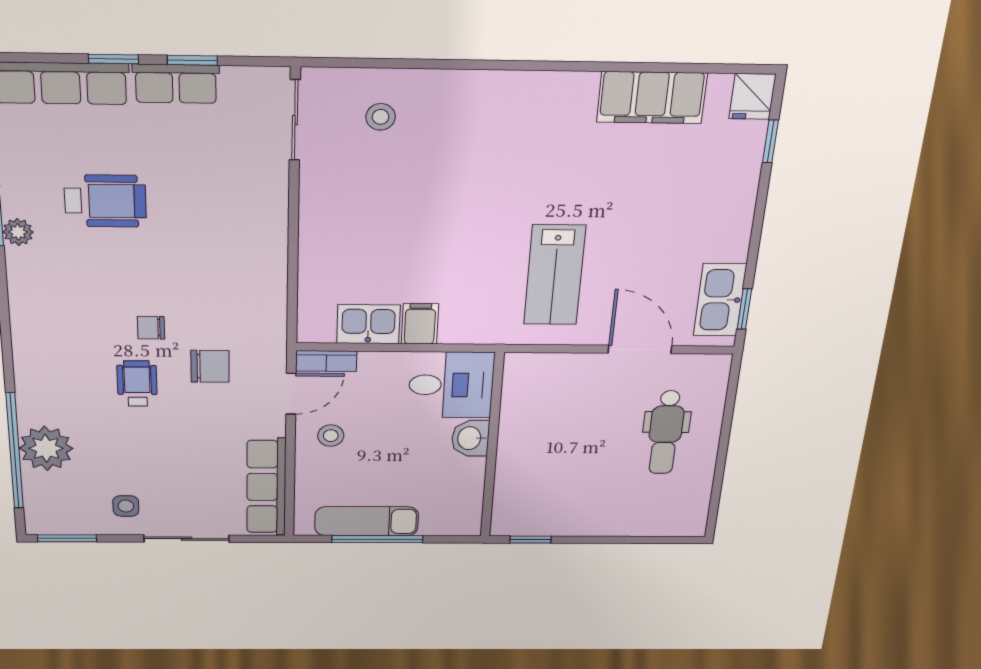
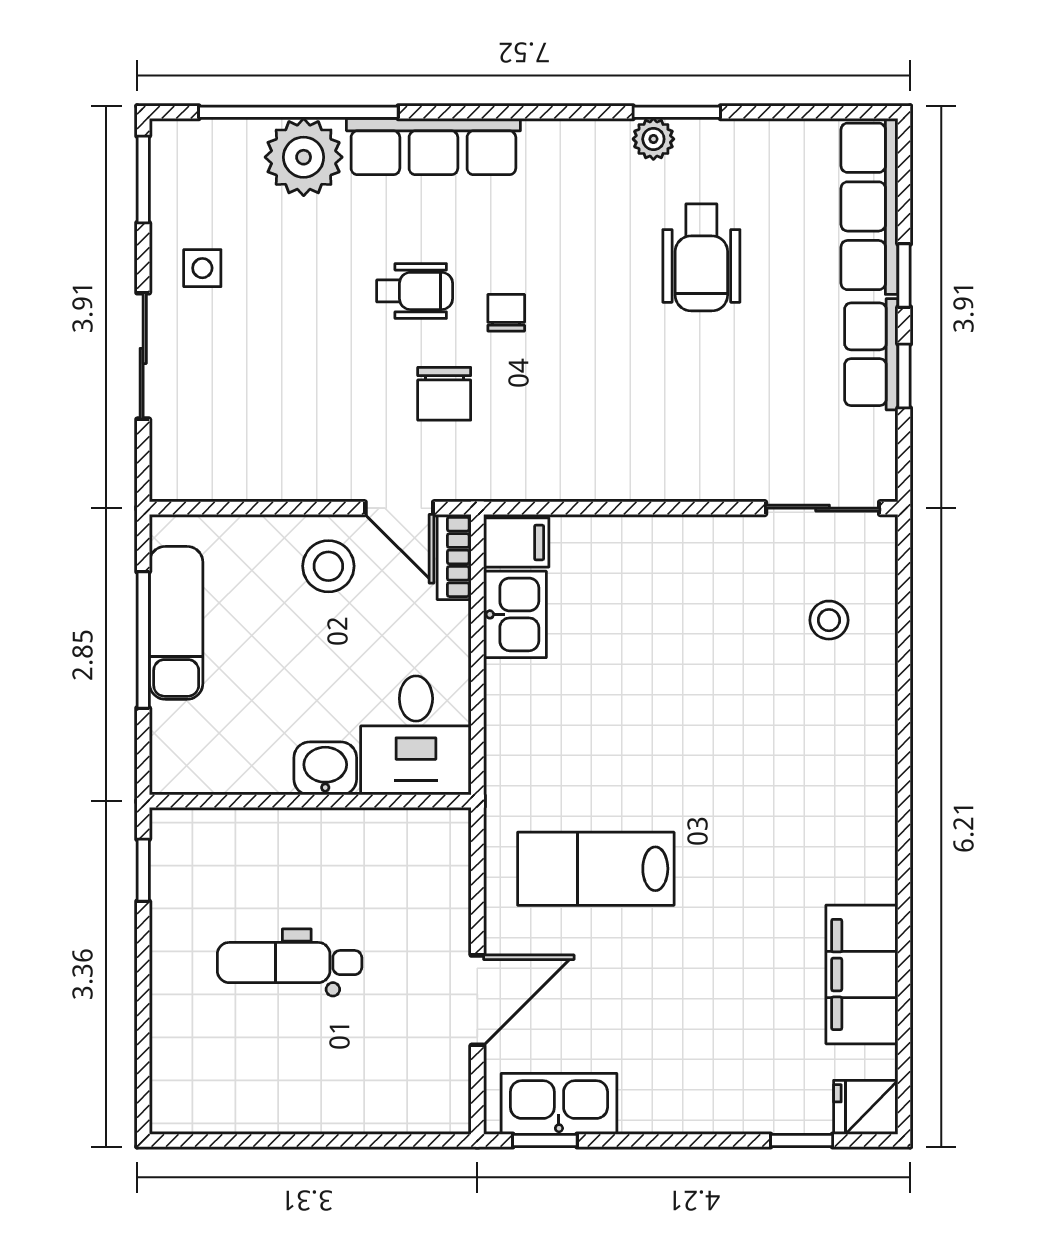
filing cabinet: (420, 324) -> (516, 542), moved
dental chair: (666, 432) -> (290, 963), moved
stool: (331, 436) -> (328, 566), width x1.37, depth x1.37
row of seats: (266, 487) -> (433, 147), moved, turned 180

